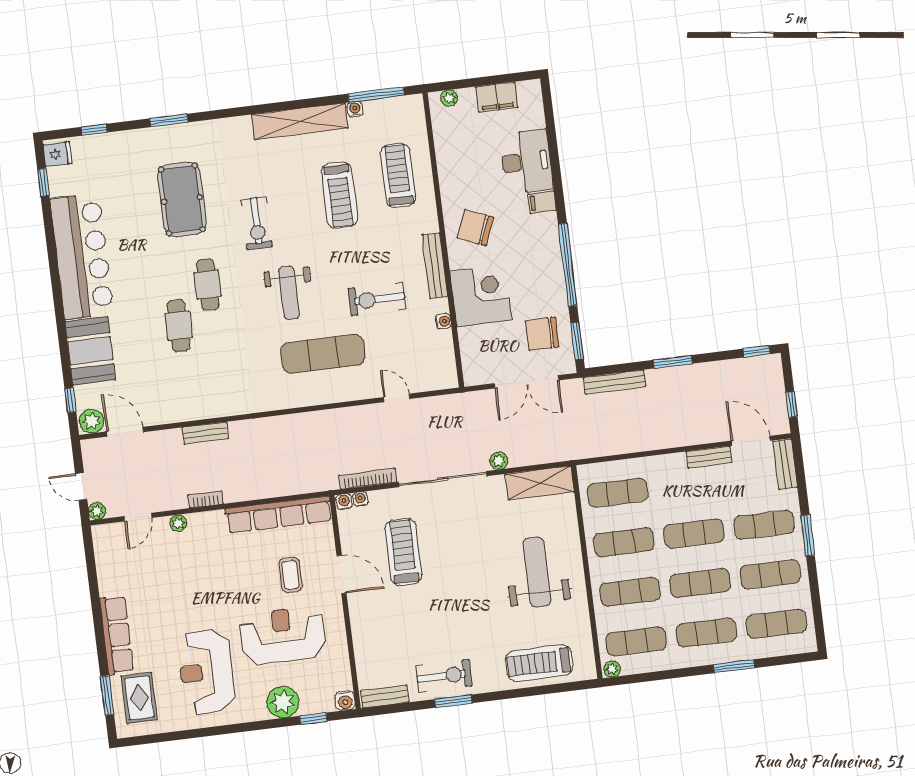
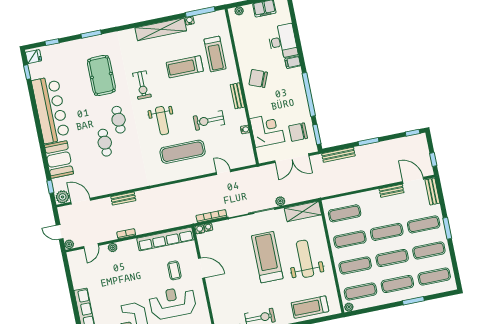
treadmill: (398, 176) -> (215, 54), turned 180
treadmill: (339, 195) -> (185, 67), turned 90
bench: (435, 266) -> (237, 96), width x0.73
corner desk: (481, 296) -> (267, 130), moved
treadmill: (403, 552) -> (267, 257), moved, width x1.37, depth x1.38

